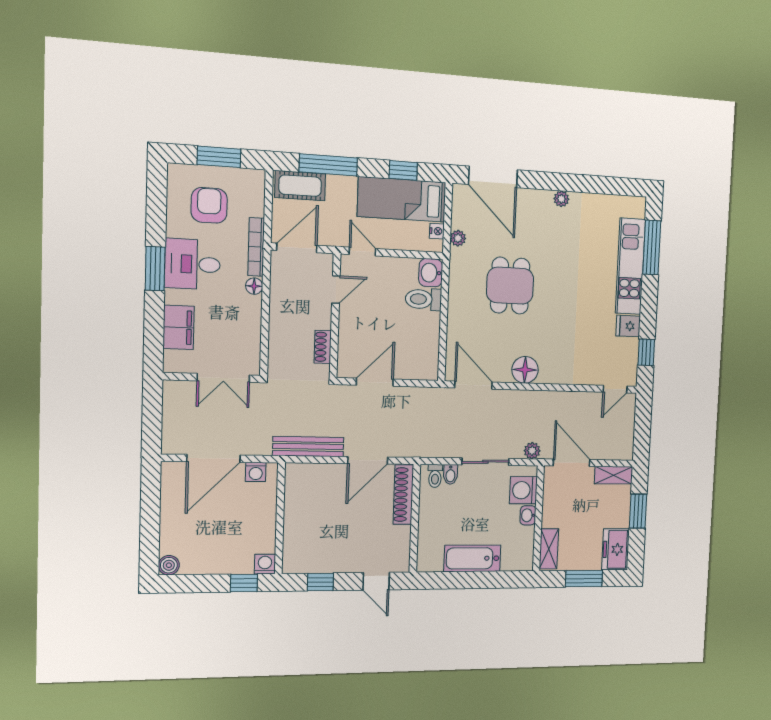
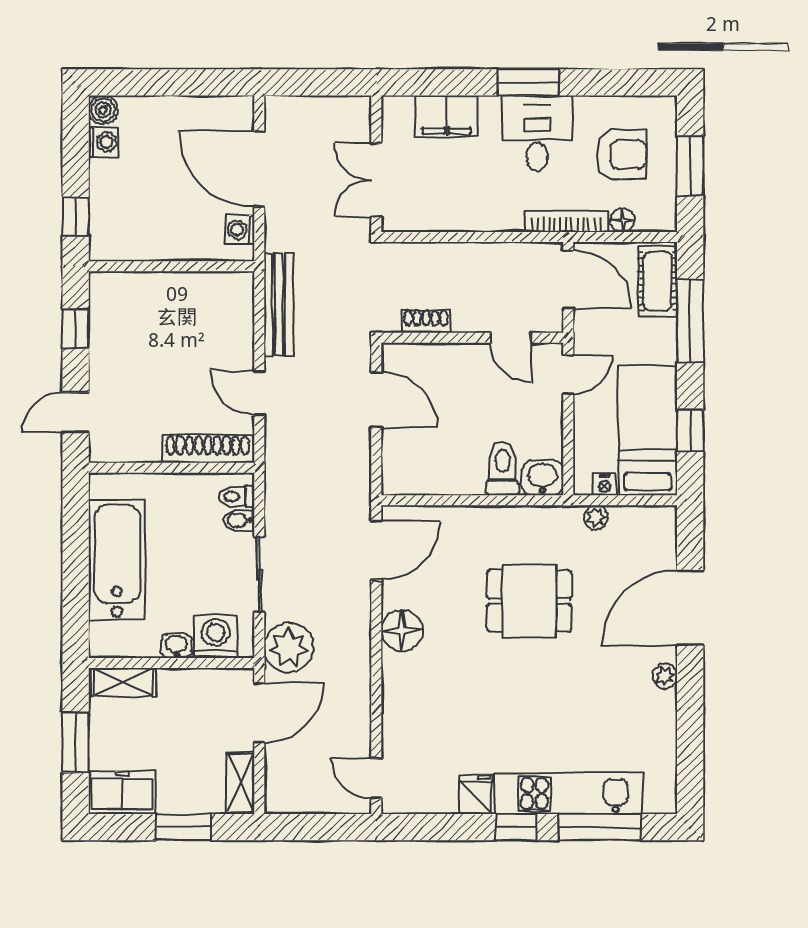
door: (493, 177) -> (690, 608), moved
floor lamp: (254, 286) -> (622, 220), moved
window: (646, 352) -> (516, 827), moved
plant: (532, 451) -> (289, 648), width x1.88, depth x1.88
door: (368, 460) -> (259, 393), width x0.73
bathtub: (472, 558) -> (117, 560), width x1.36, depth x1.36
washing machine: (265, 564) -> (103, 142), moved

